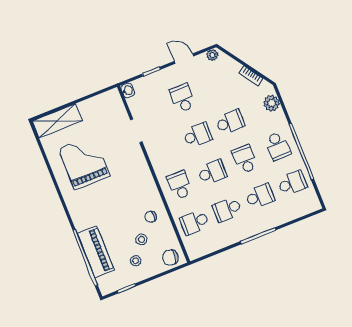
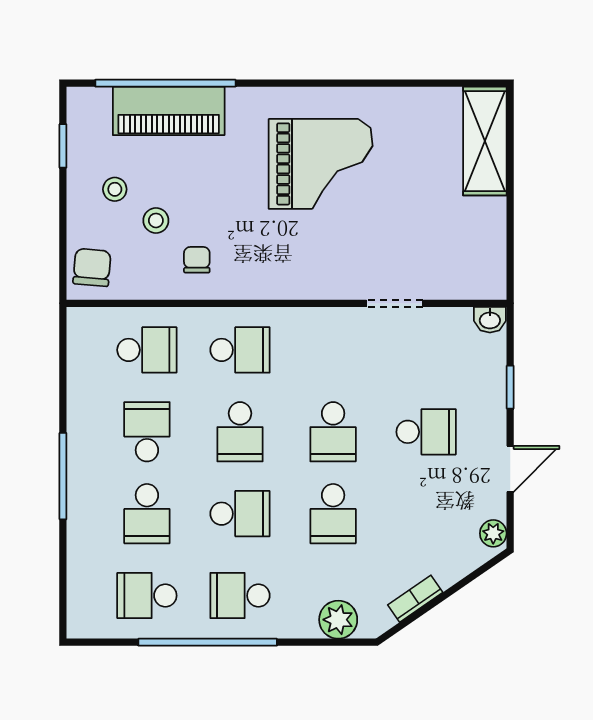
grand piano: (84, 162) -> (321, 164), moved
school desk: (292, 183) -> (147, 596), turned 90
school desk: (194, 222) -> (147, 350), turned 90

